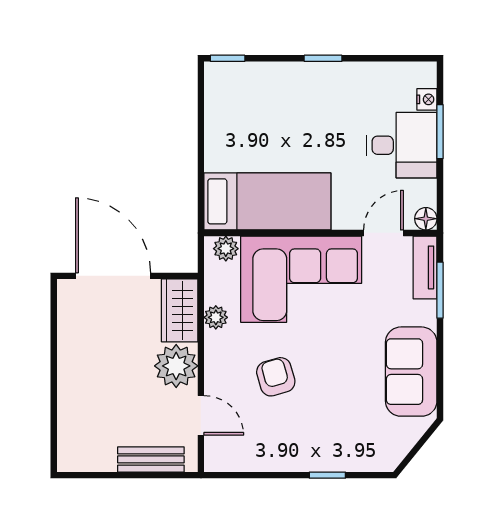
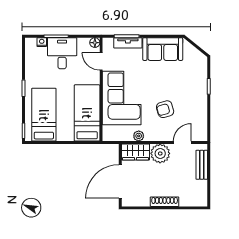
bed: (264, 104) -> (44, 115), added
plant: (226, 249) -> (108, 131), removed
tv unit: (425, 267) -> (128, 43), moved
shoe rack: (68, 376) -> (165, 202), added

